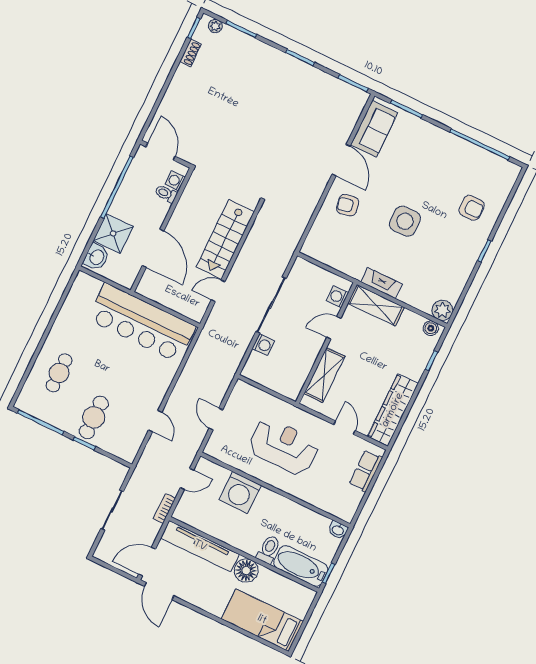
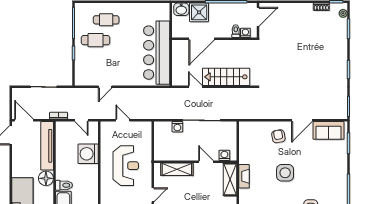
cafe table: (94, 417) -> (96, 40), moved
door: (216, 419) -> (123, 120), hinge flipped

